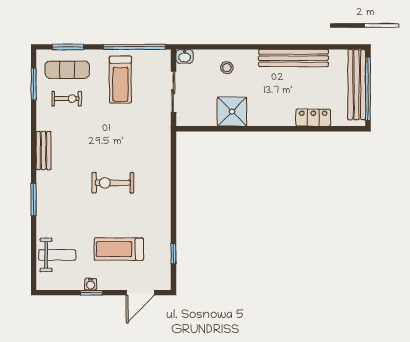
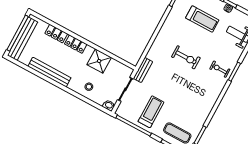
exercise bike: (67, 99) -> (220, 69), moved
locker: (278, 118) -> (76, 44), added
bench: (43, 151) -> (143, 70), moved

